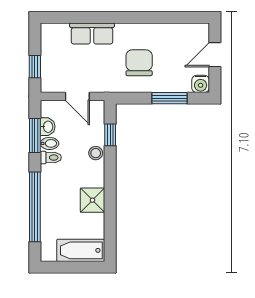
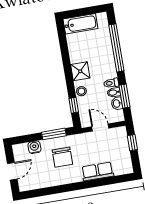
water cooler: (201, 84) -> (34, 147), moved
window: (170, 98) -> (54, 134), moved
shower: (92, 200) -> (80, 71), moved

